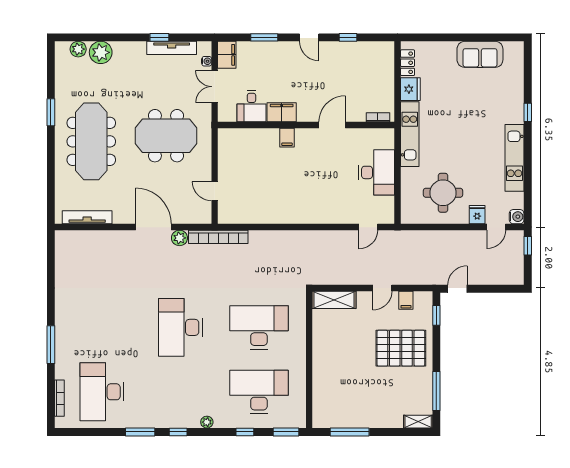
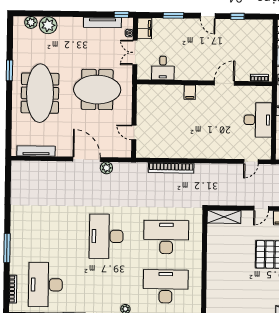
window: (159, 37) -> (121, 15), moved
filing cabinet: (282, 112) -> (186, 73), removed
bookcase: (218, 237) -> (171, 168), moved

